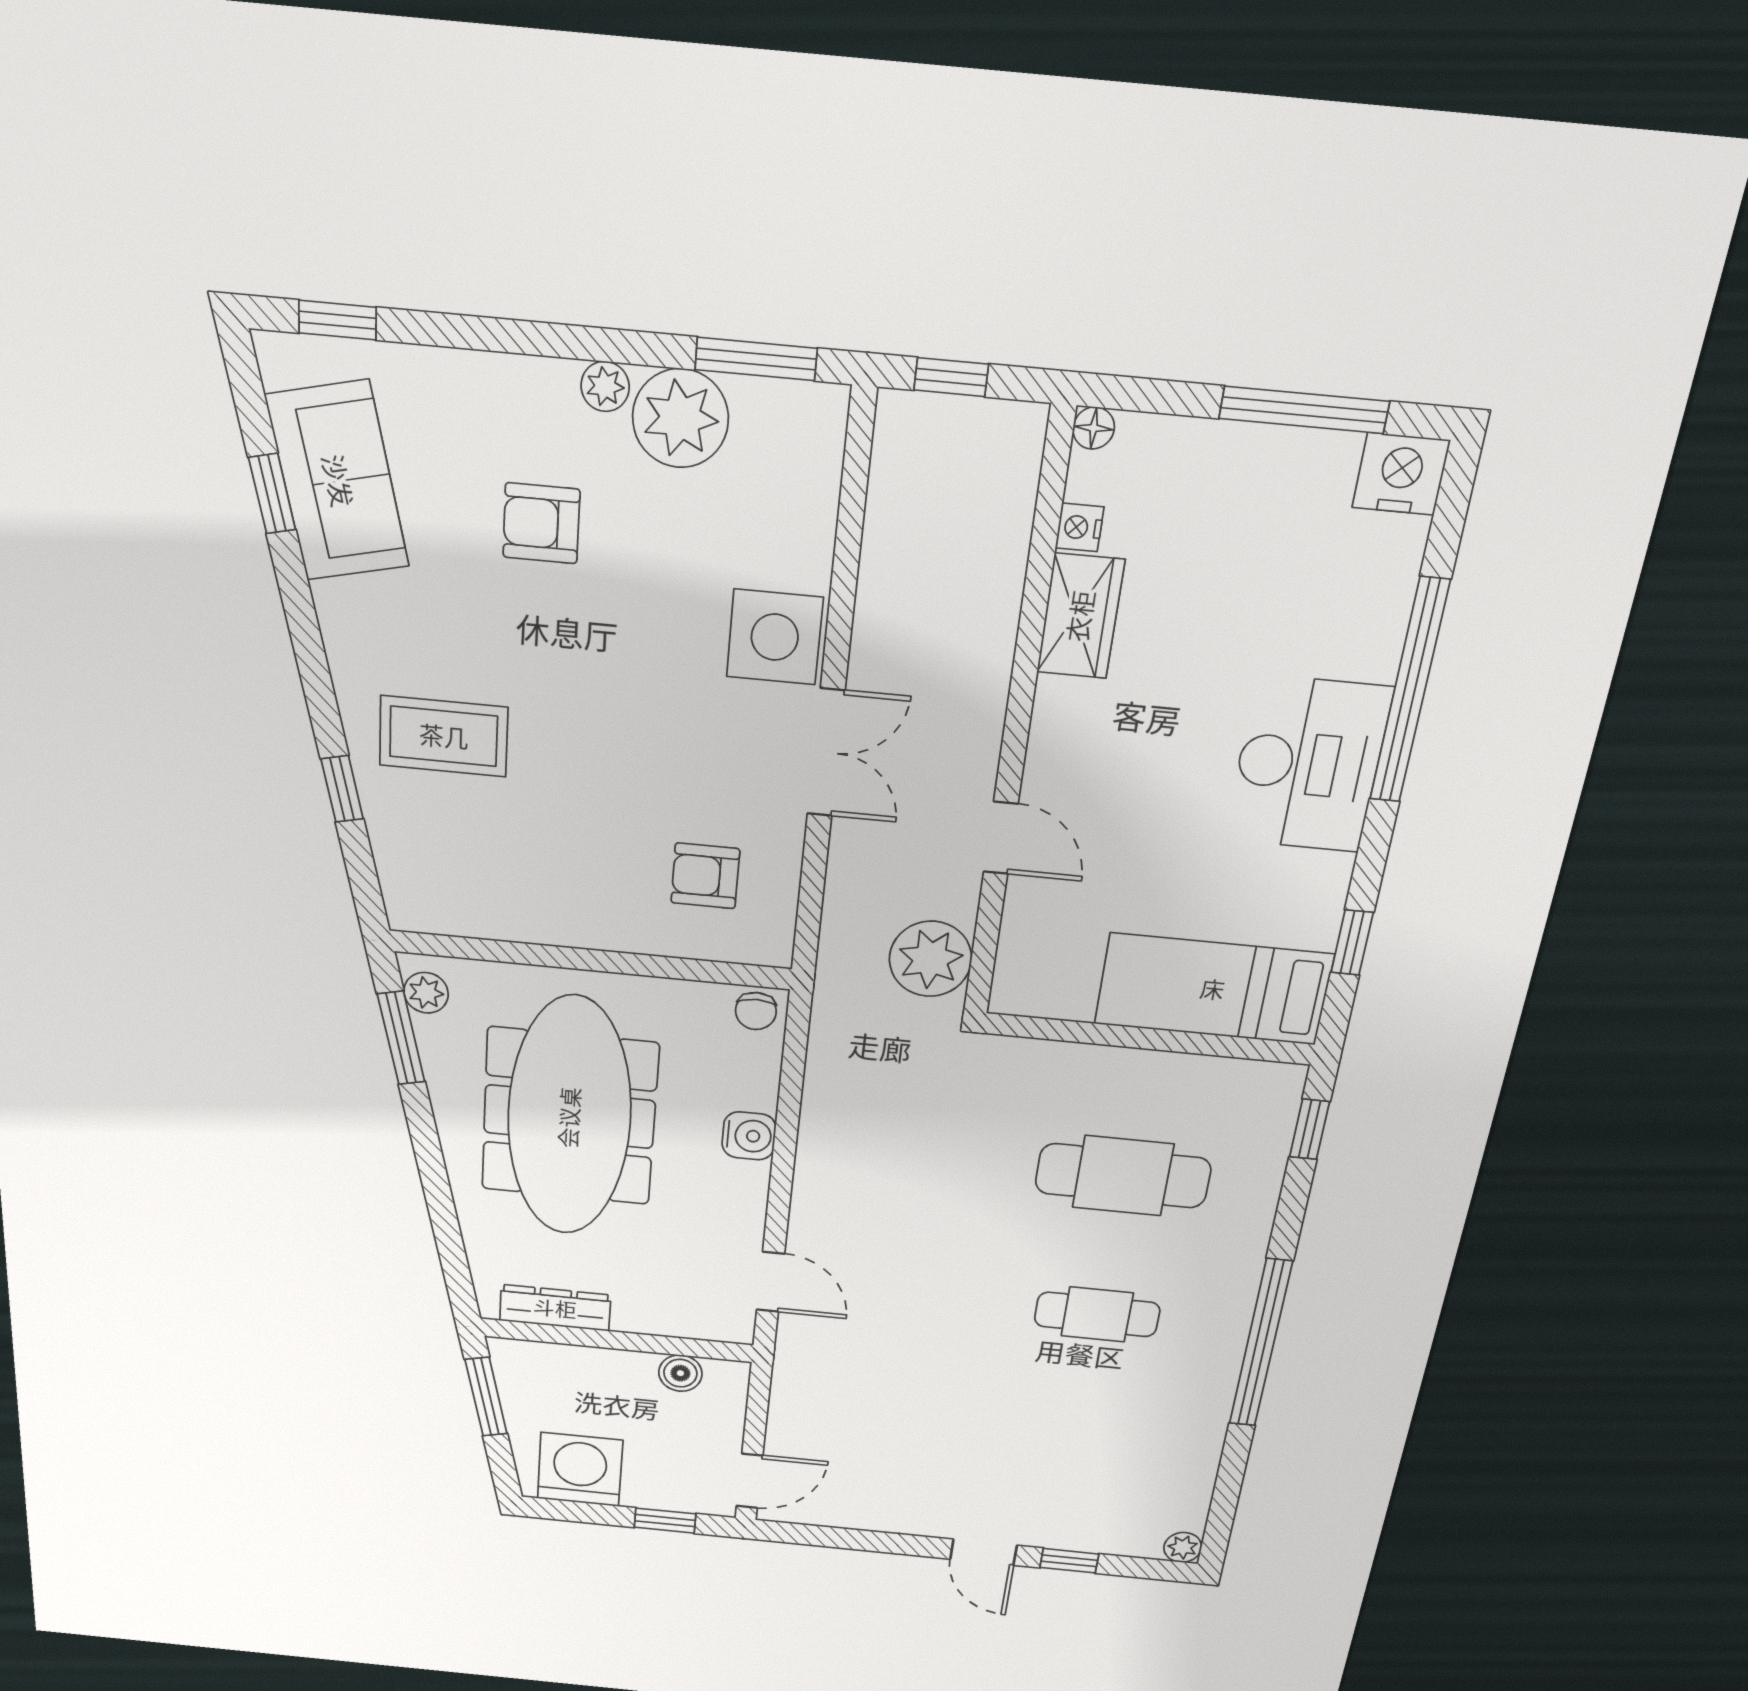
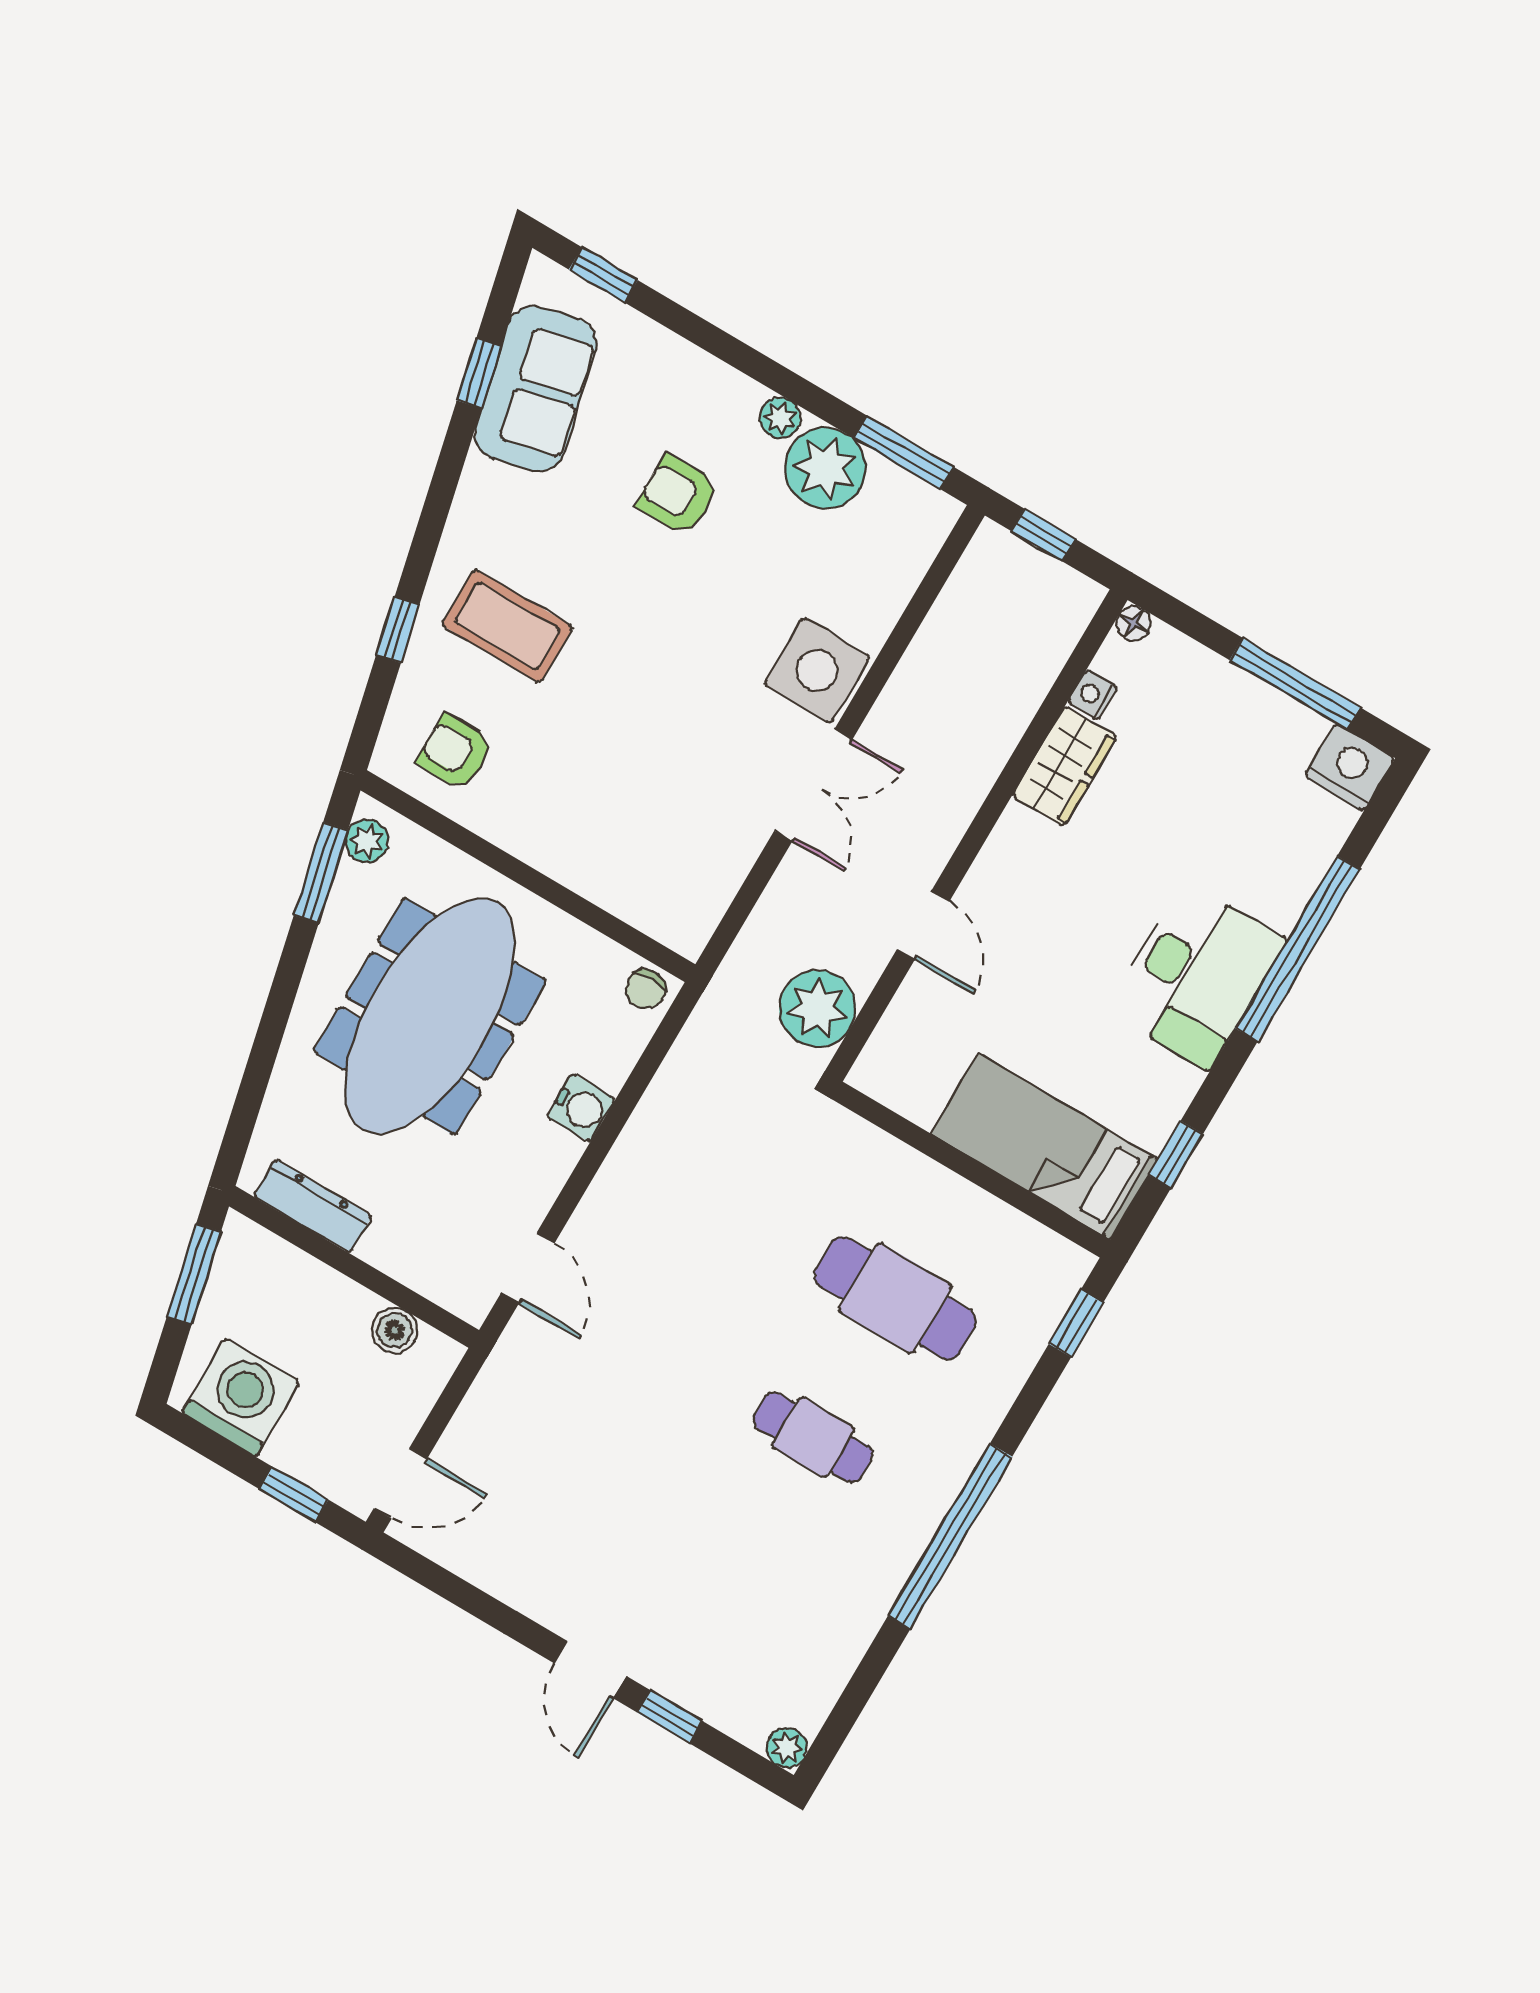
armchair: (705, 876) -> (455, 752), moved

